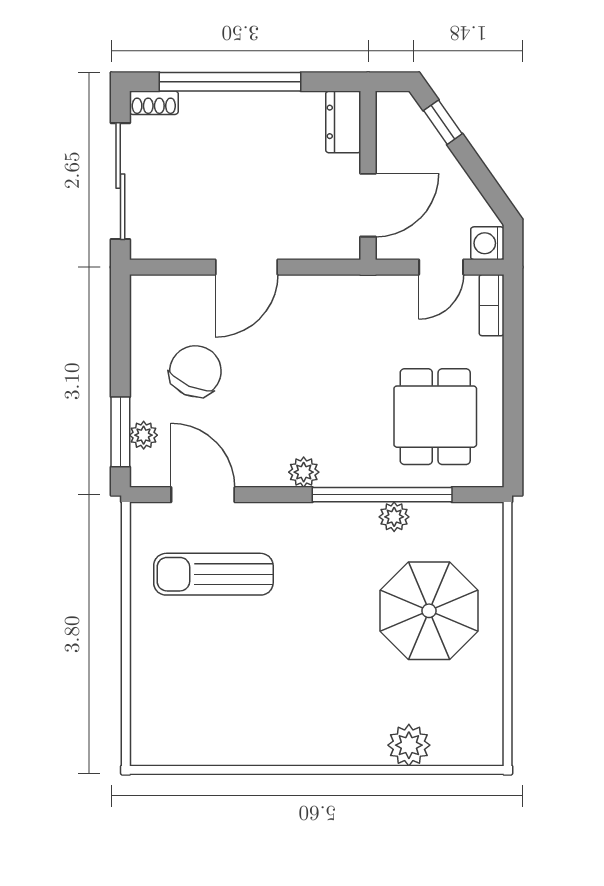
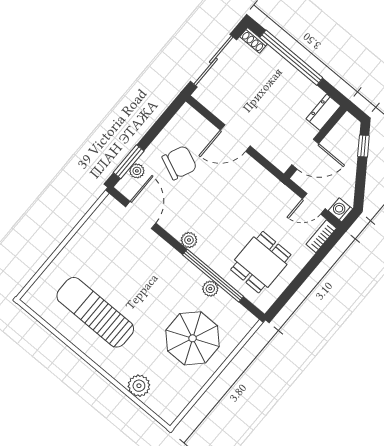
sun lounger: (213, 574) -> (95, 312), moved, width x1.36, depth x1.34

